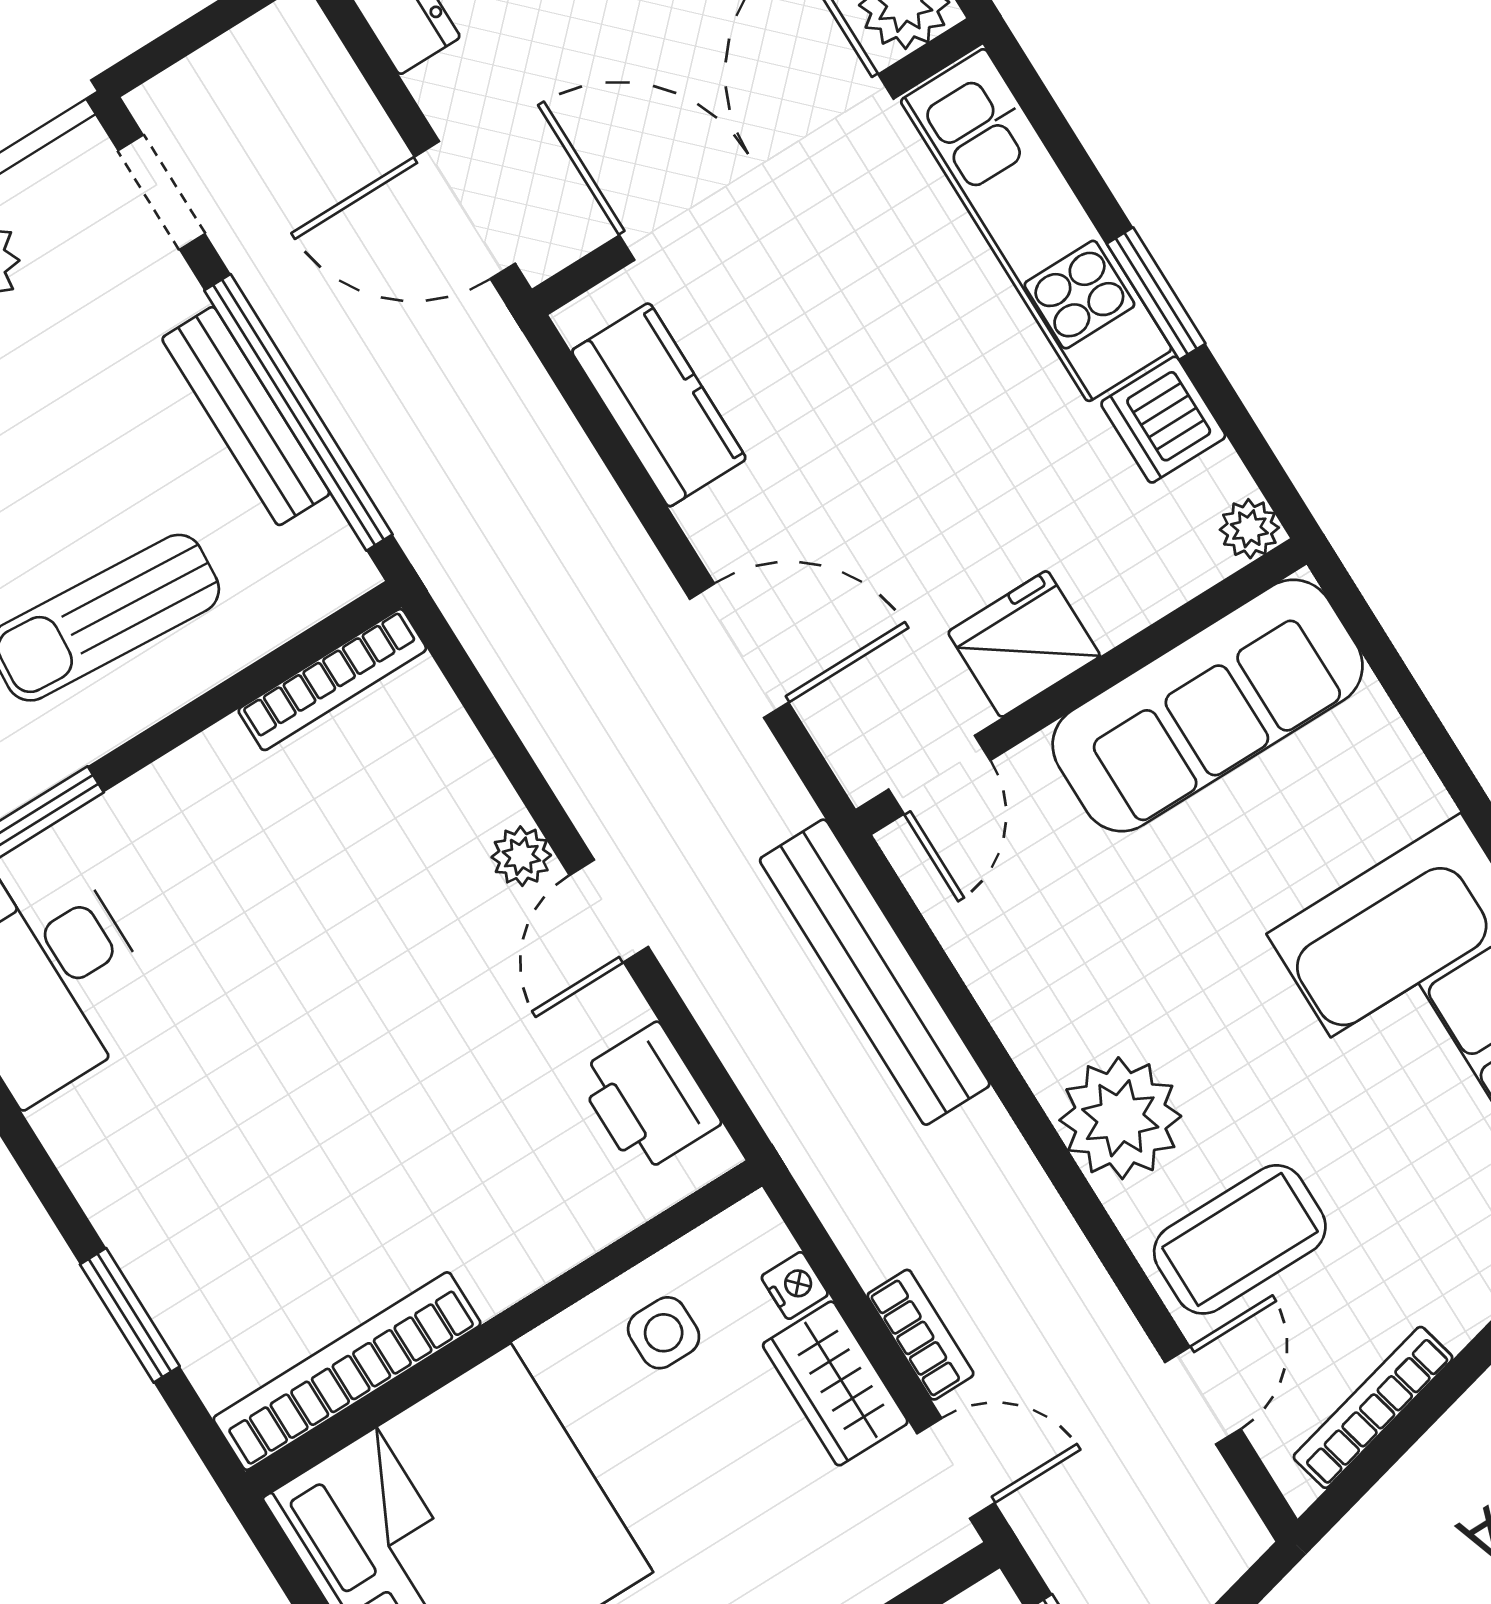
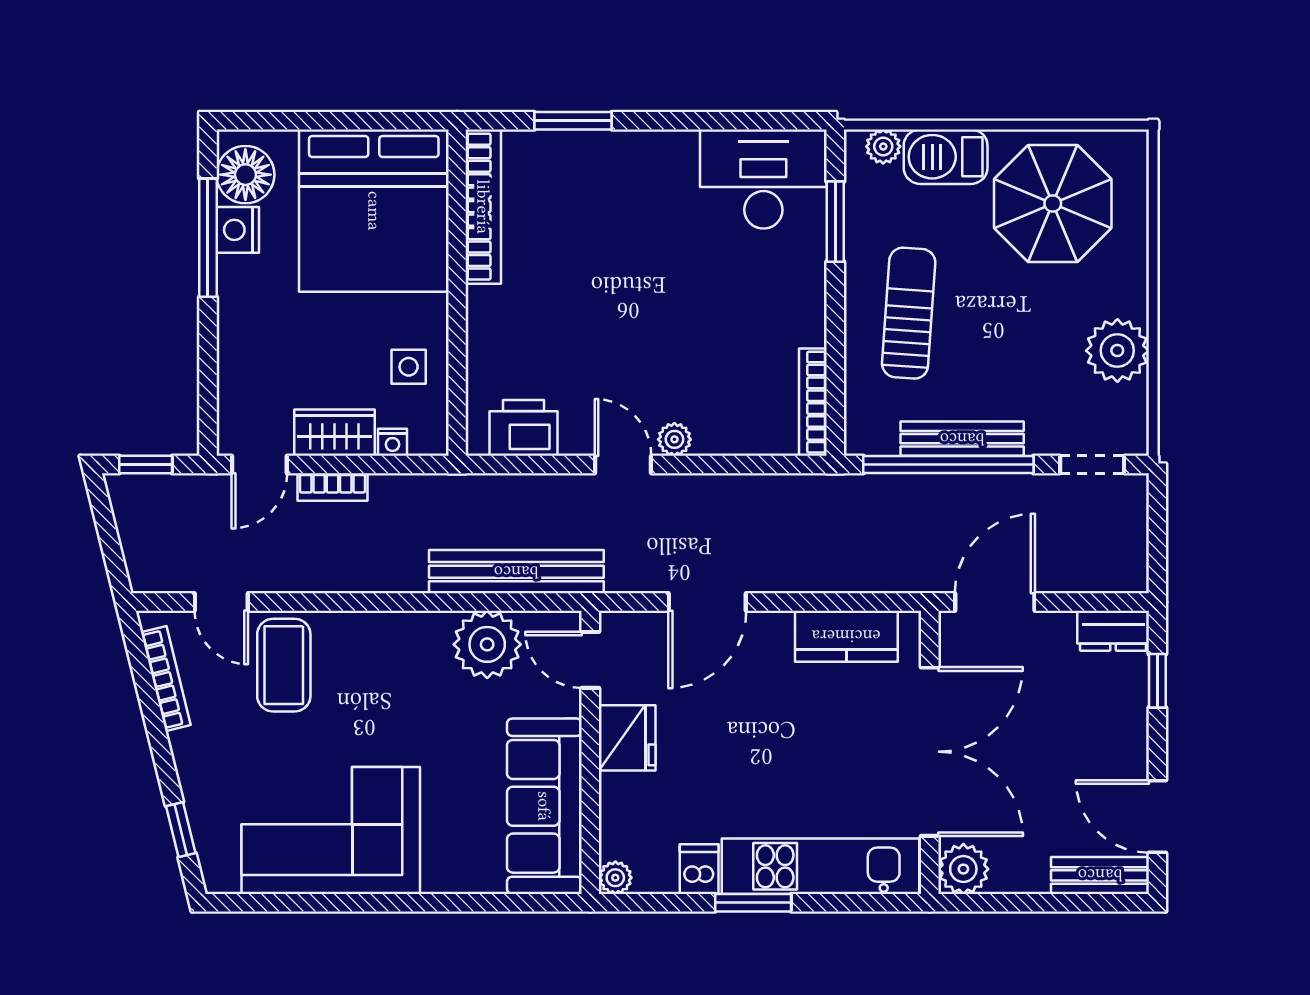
dishwasher: (1163, 420) -> (699, 869), width x0.73
plant: (1120, 1118) -> (487, 644), moved

